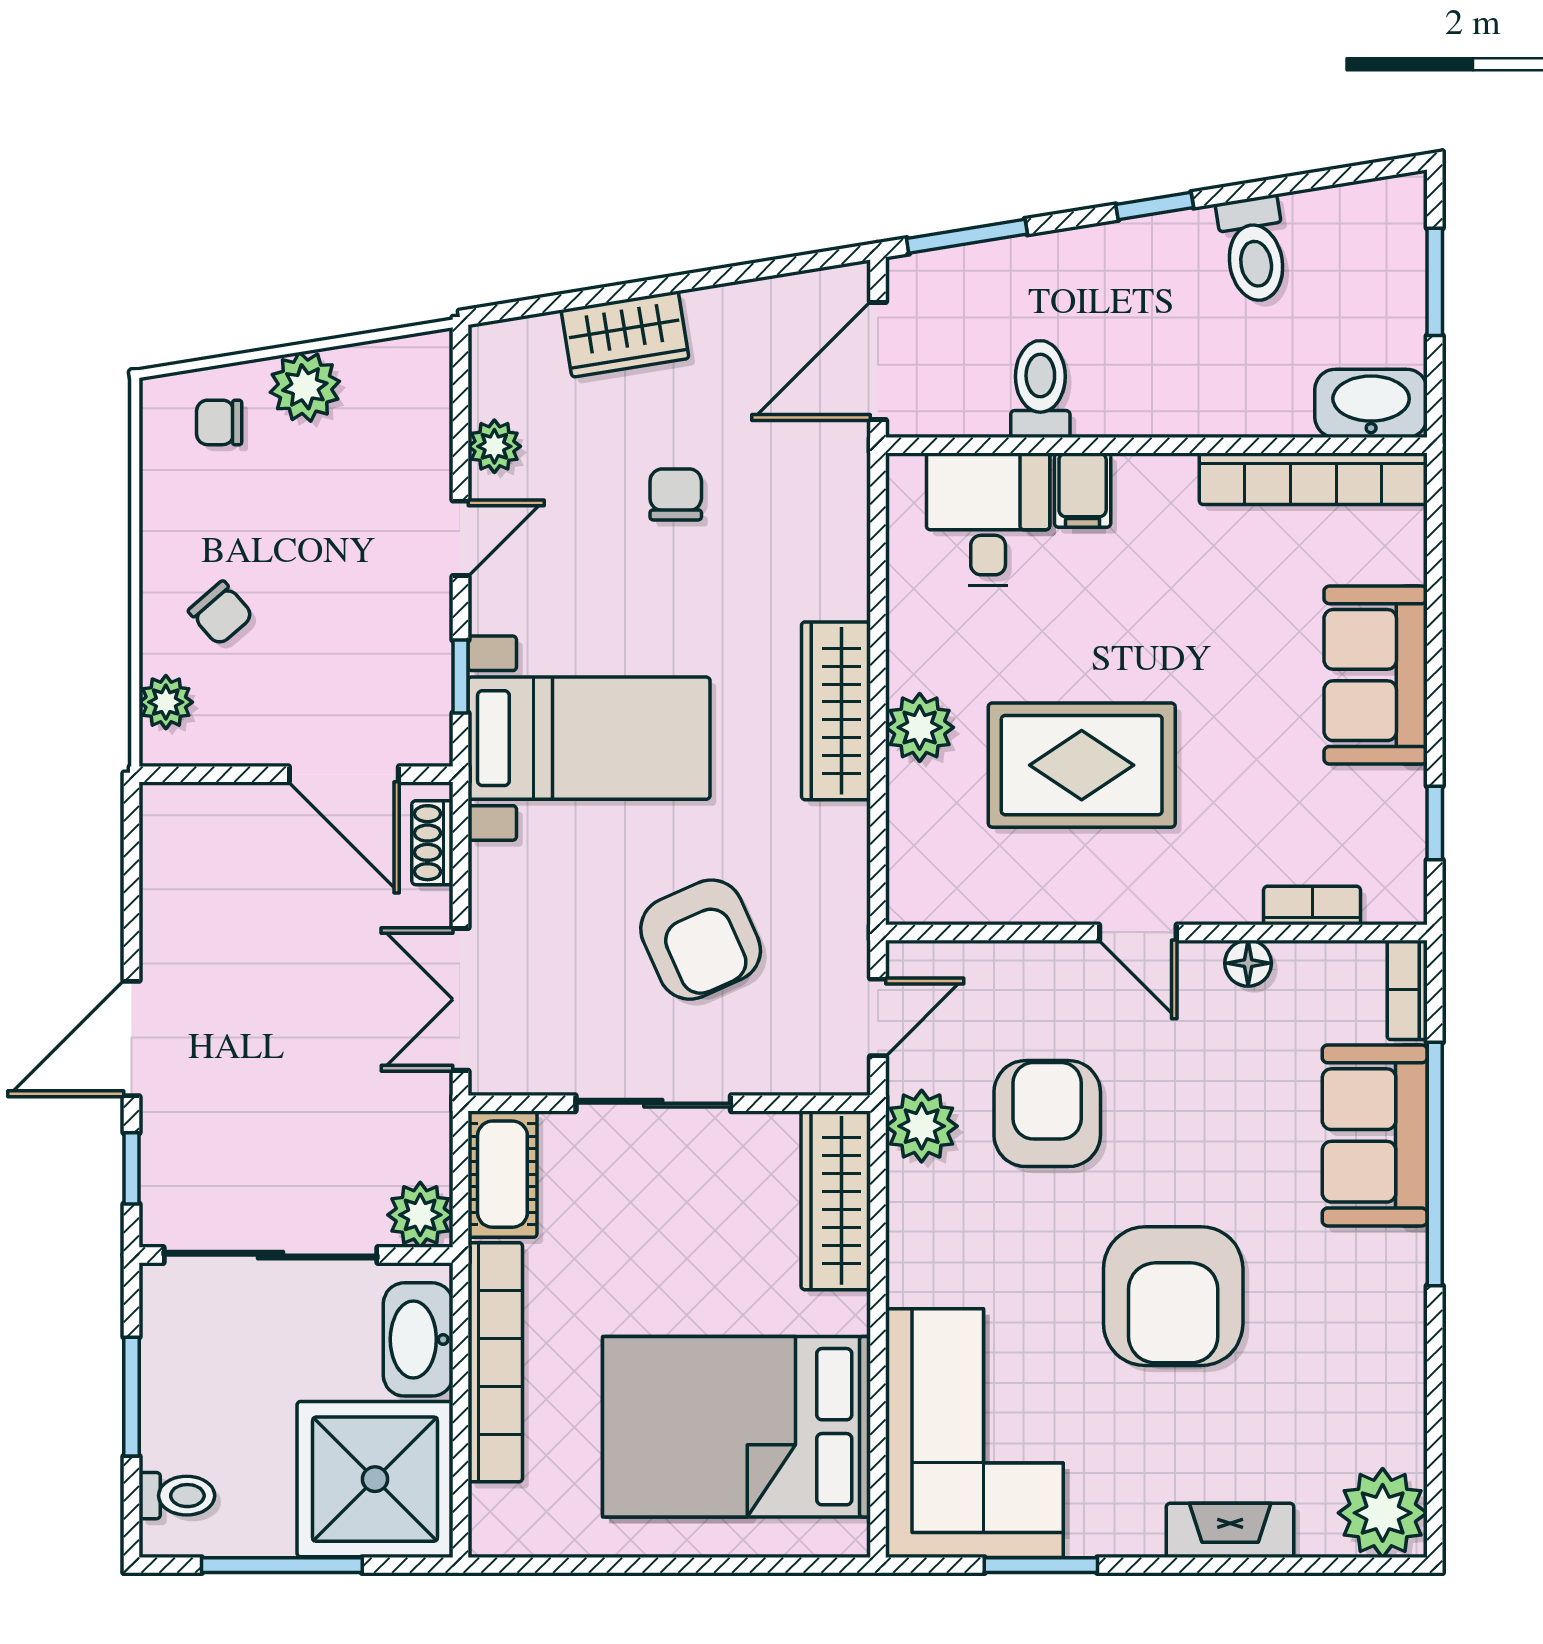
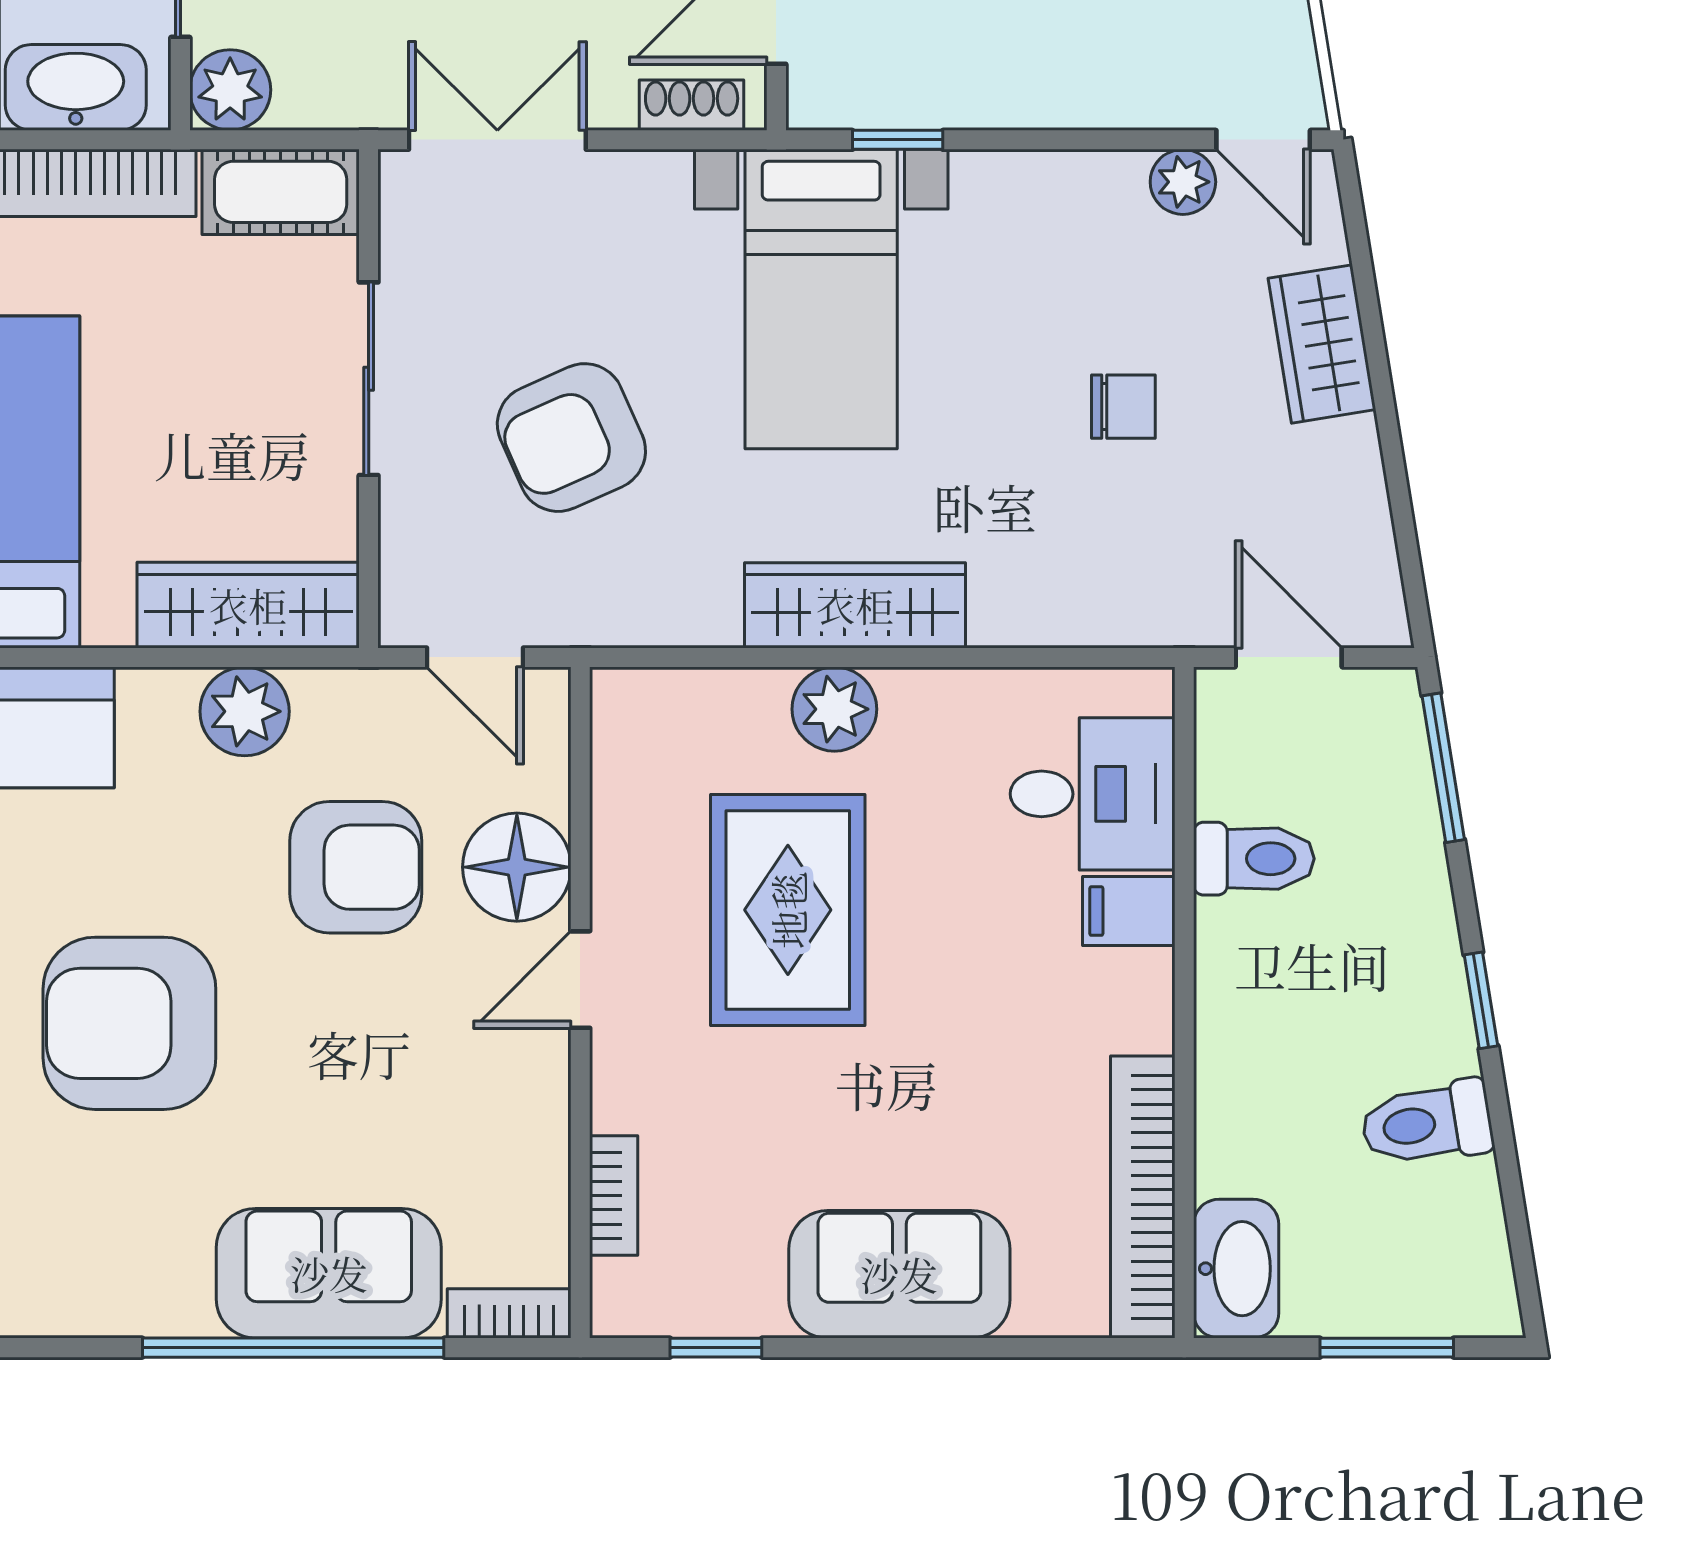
door: (878, 361) -> (1289, 657), width x0.73
door: (460, 538) -> (1263, 140), moved
floor lamp: (1248, 963) -> (517, 867), moved, width x1.89, depth x1.89
plant: (922, 1126) -> (245, 711), moved

